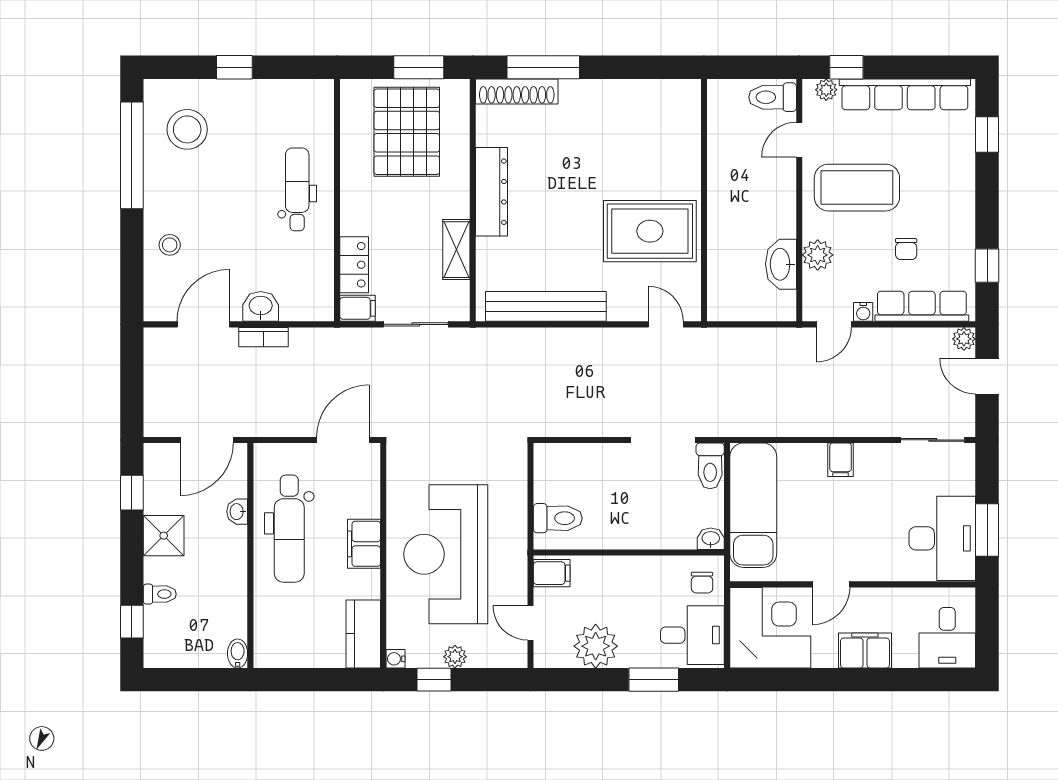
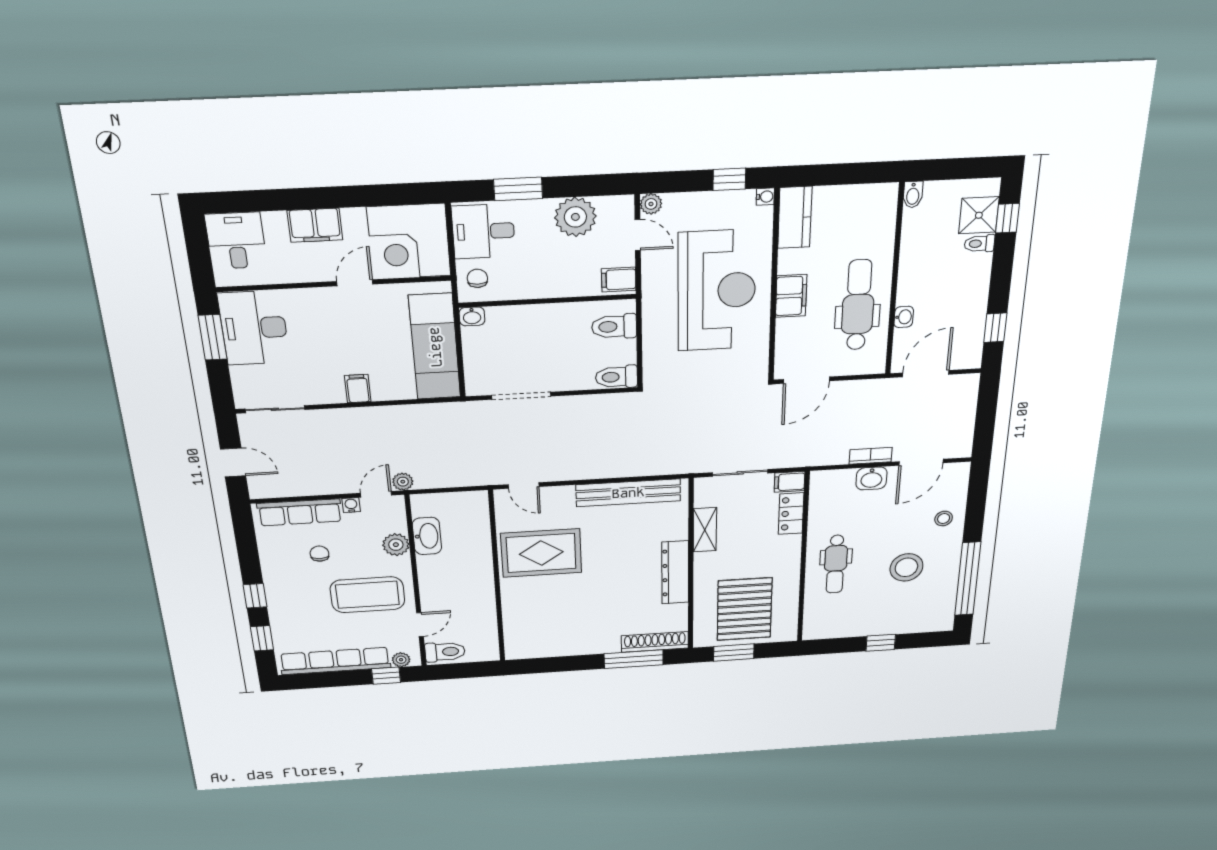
stool: (187, 129) -> (906, 567), moved
window: (987, 266) -> (255, 596), moved
plant: (964, 339) -> (403, 482), moved
toilet: (710, 466) -> (616, 377), moved, turned -90
shower: (164, 536) -> (979, 215), moved
plant: (455, 657) -> (651, 204), moved

